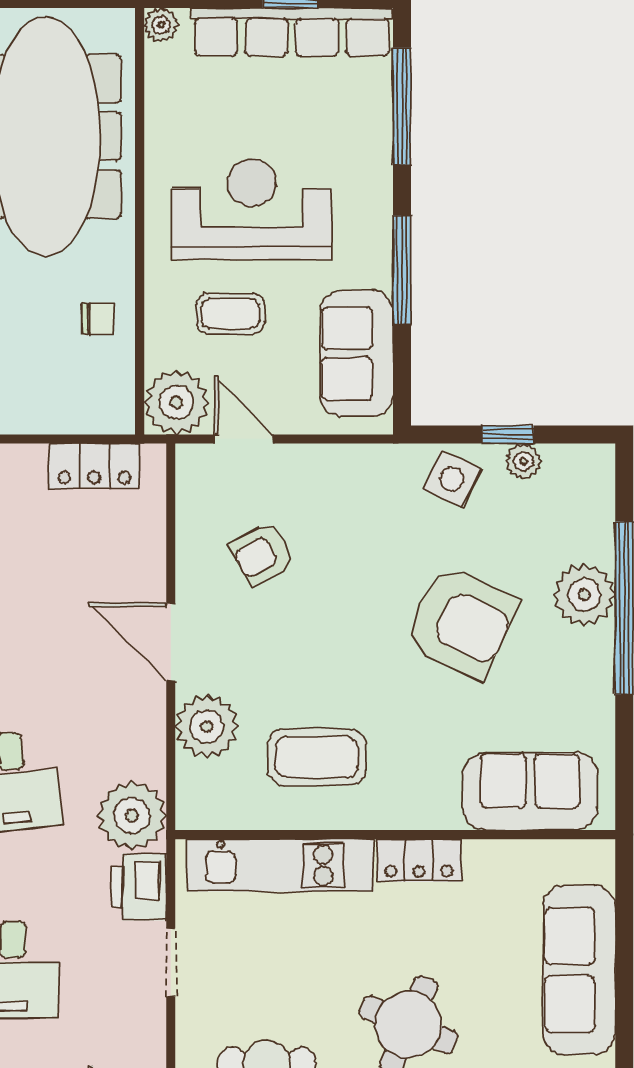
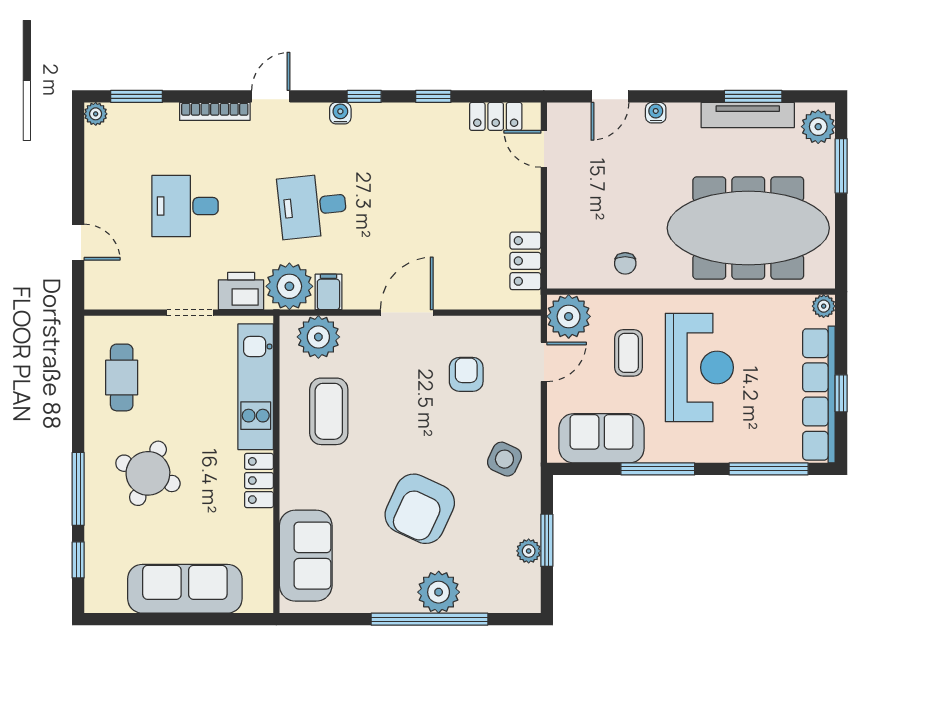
window: (508, 435) -> (547, 540), width x1.50
side table: (452, 479) -> (504, 459), moved
armchair: (262, 554) -> (466, 374), turned 30
plant: (207, 727) -> (318, 337), moved
filing cabinet: (140, 758) -> (328, 292), added

